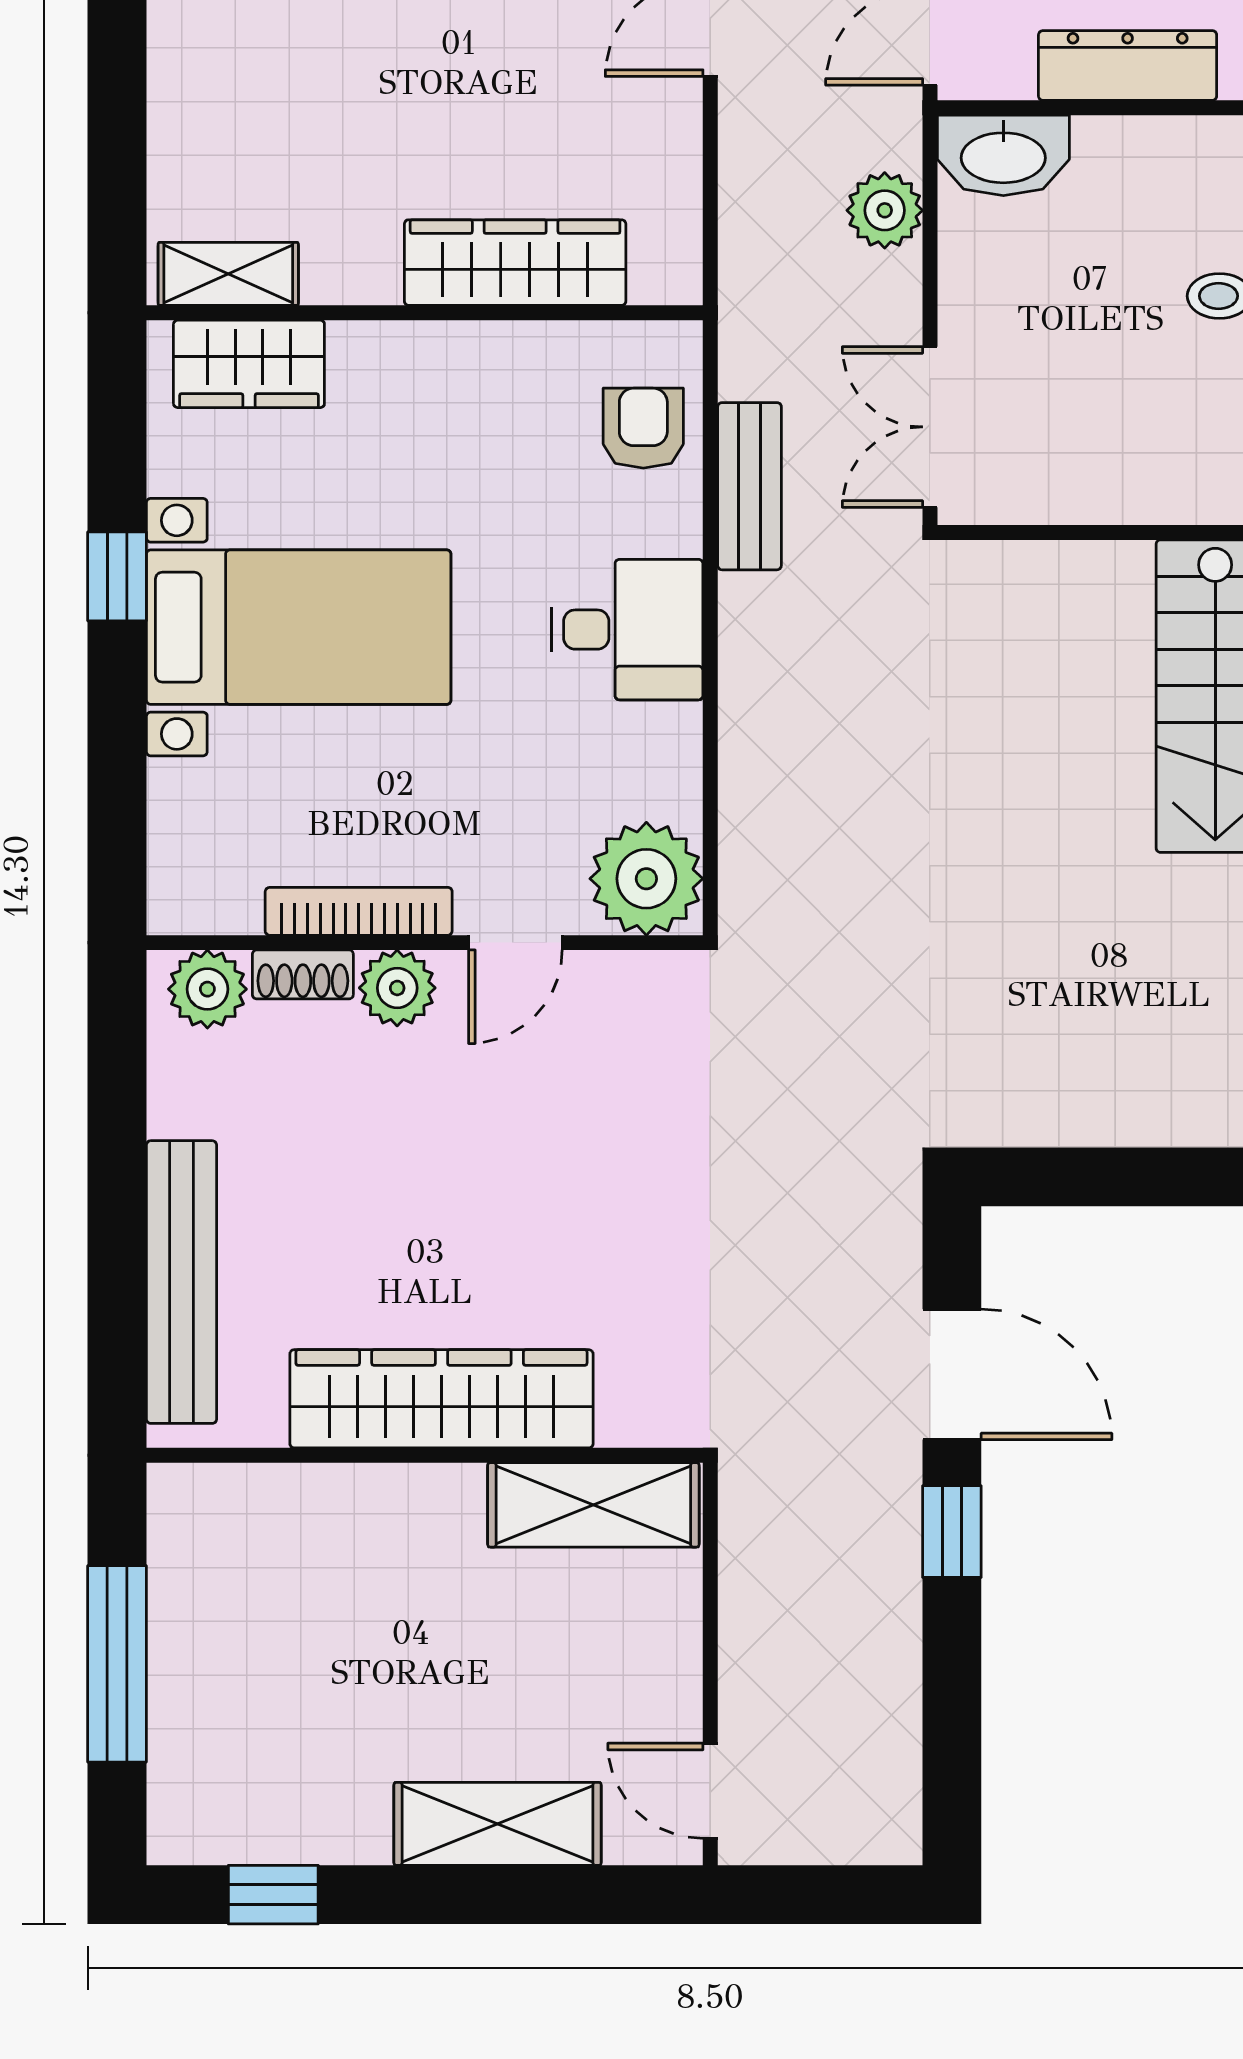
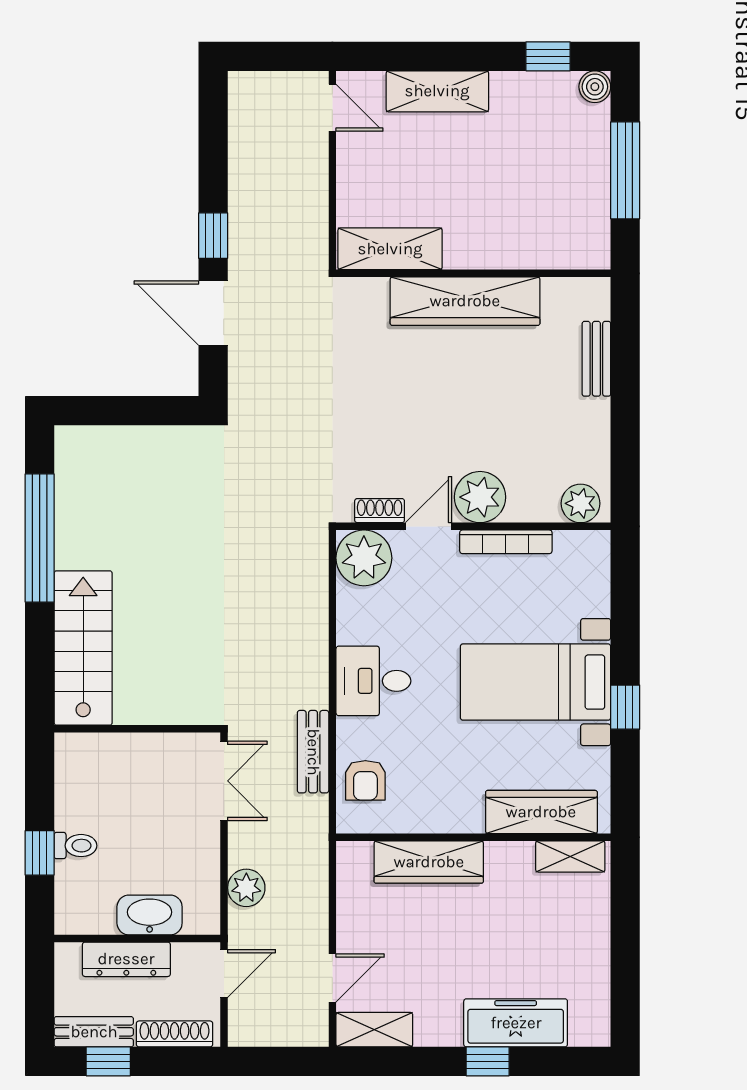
washbasin: (1003, 155) -> (150, 915), moved
wardrobe: (249, 364) -> (541, 812), width x1.50
shoe rack: (303, 974) -> (380, 511), moved
plant: (397, 988) -> (480, 497), width x1.36, depth x1.36
bench: (181, 1282) -> (596, 359), width x0.54, depth x0.82
boiler: (178, 1833) -> (595, 87), added

